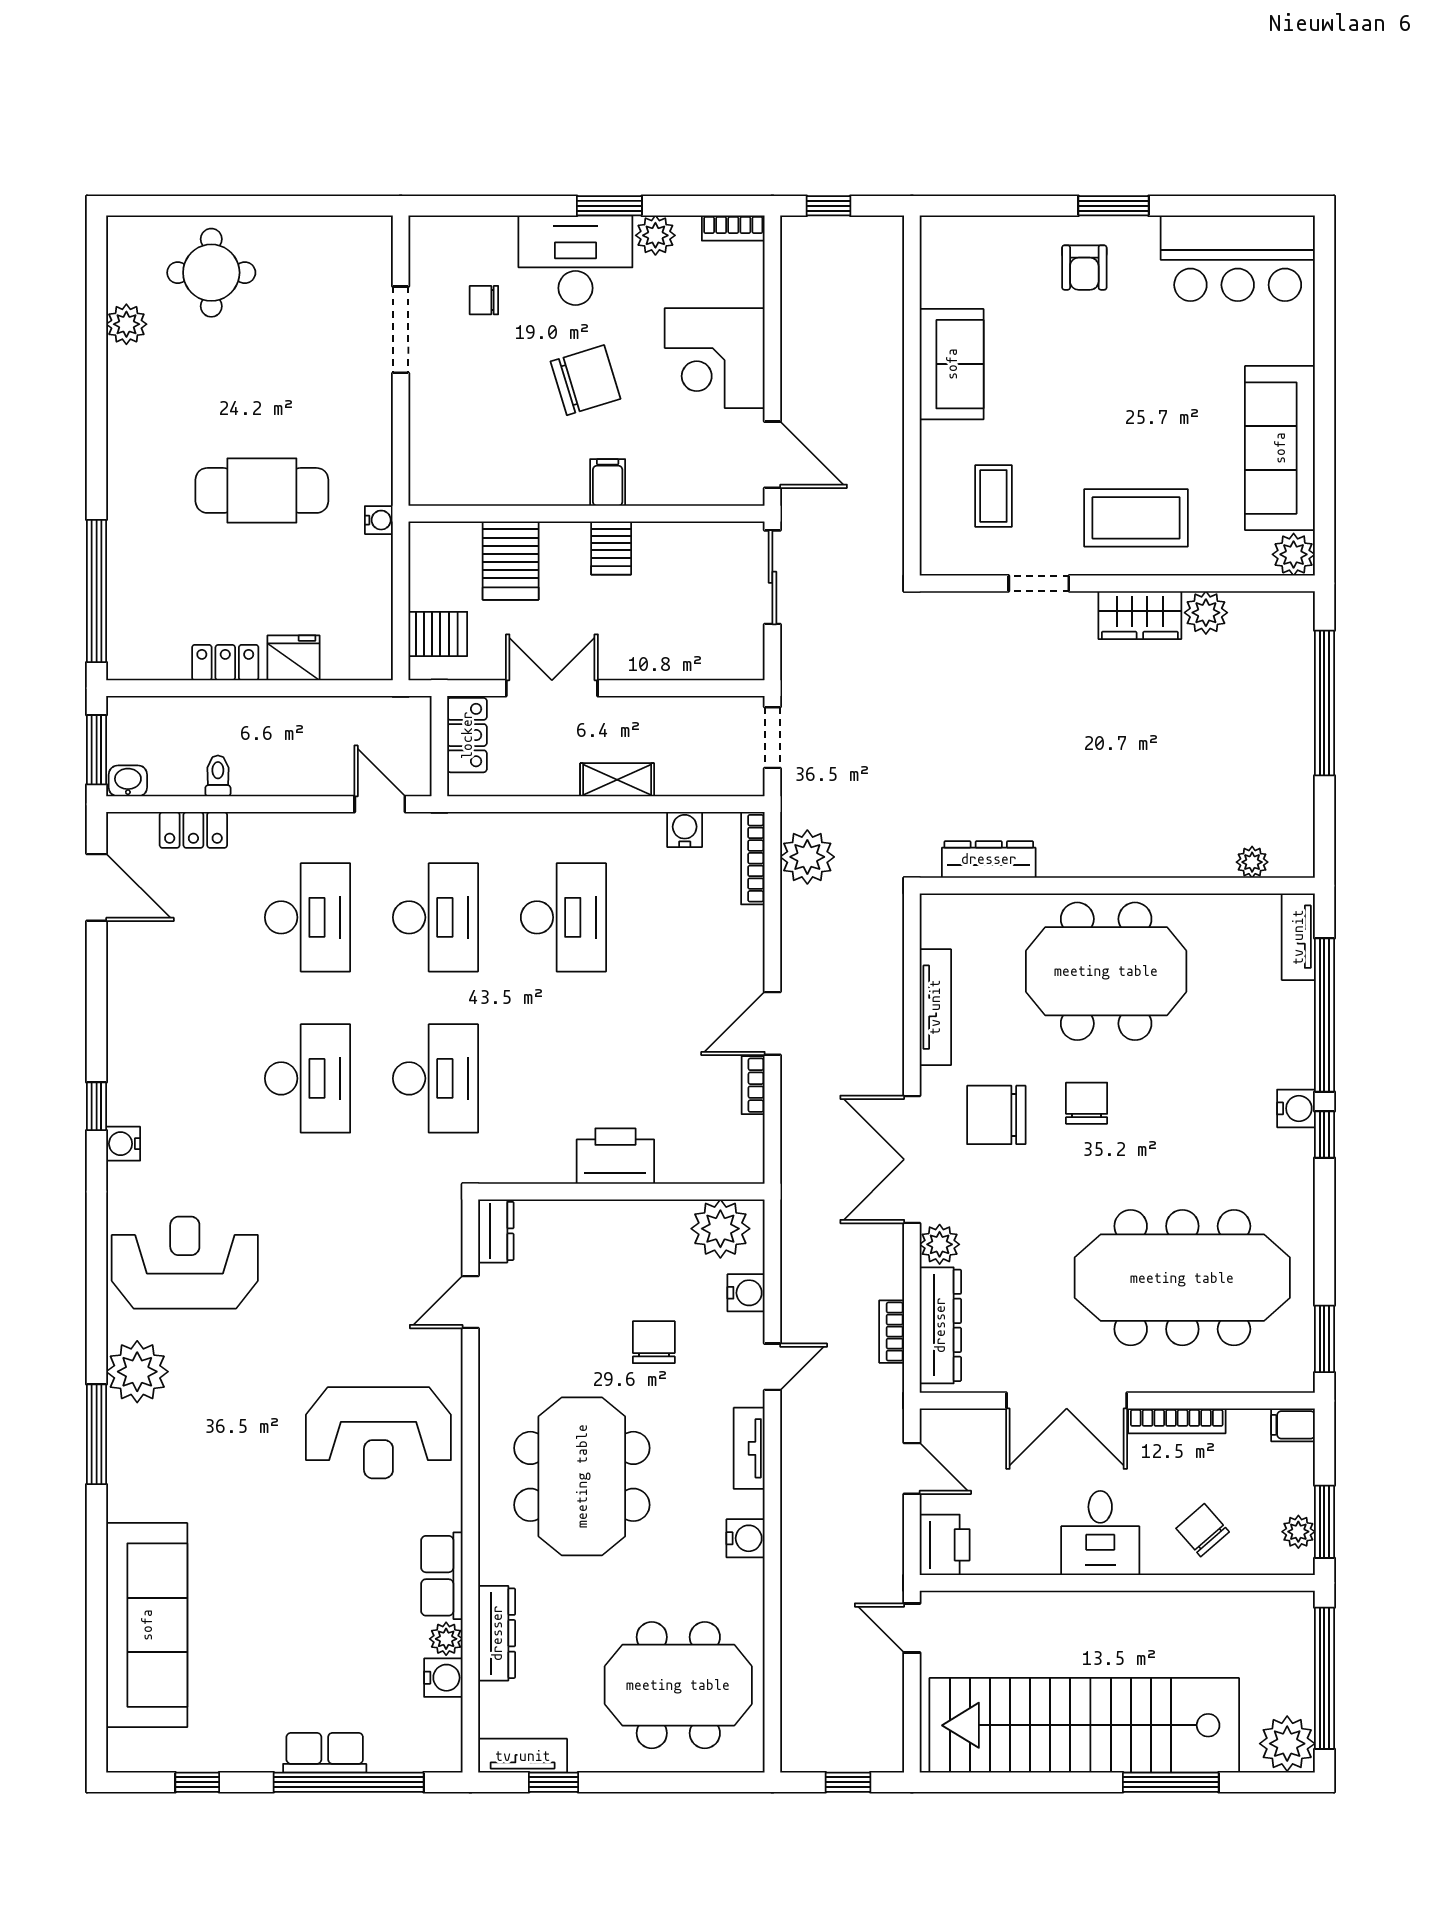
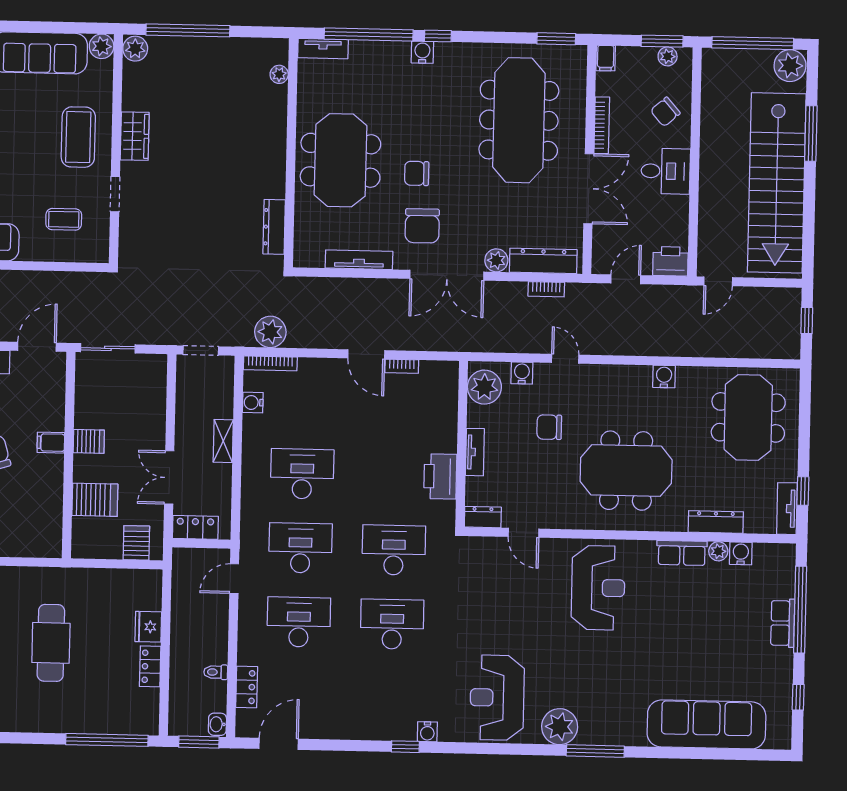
water cooler: (379, 520) -> (70, 576), removed
plant: (1206, 613) -> (135, 49), moved
printer: (615, 1156) -> (440, 476), moved
tv unit: (749, 1448) -> (475, 452), moved, turned -90

